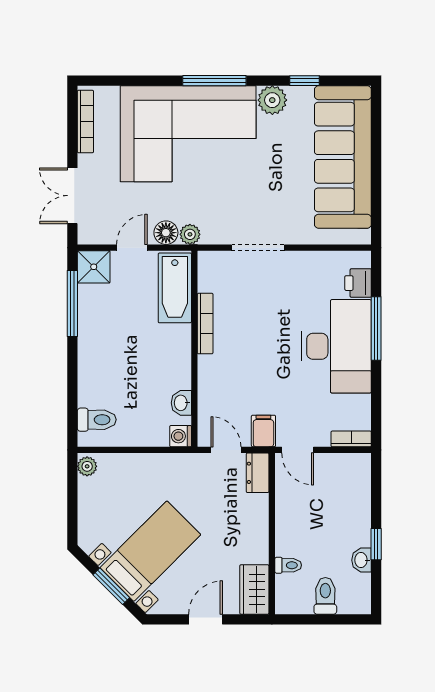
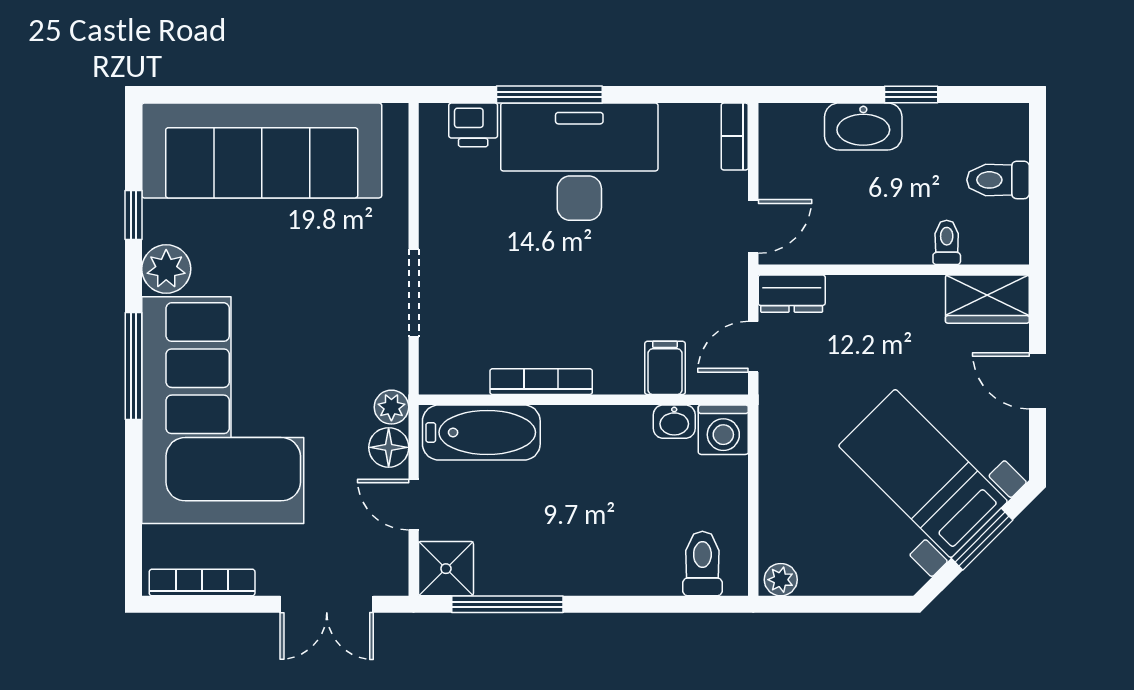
filing cabinet: (263, 431) -> (665, 368), moved, turned 90
washing machine: (181, 436) -> (723, 430), width x1.38, depth x1.38
washbasin: (362, 560) -> (863, 126), moved, width x1.91, depth x1.45

